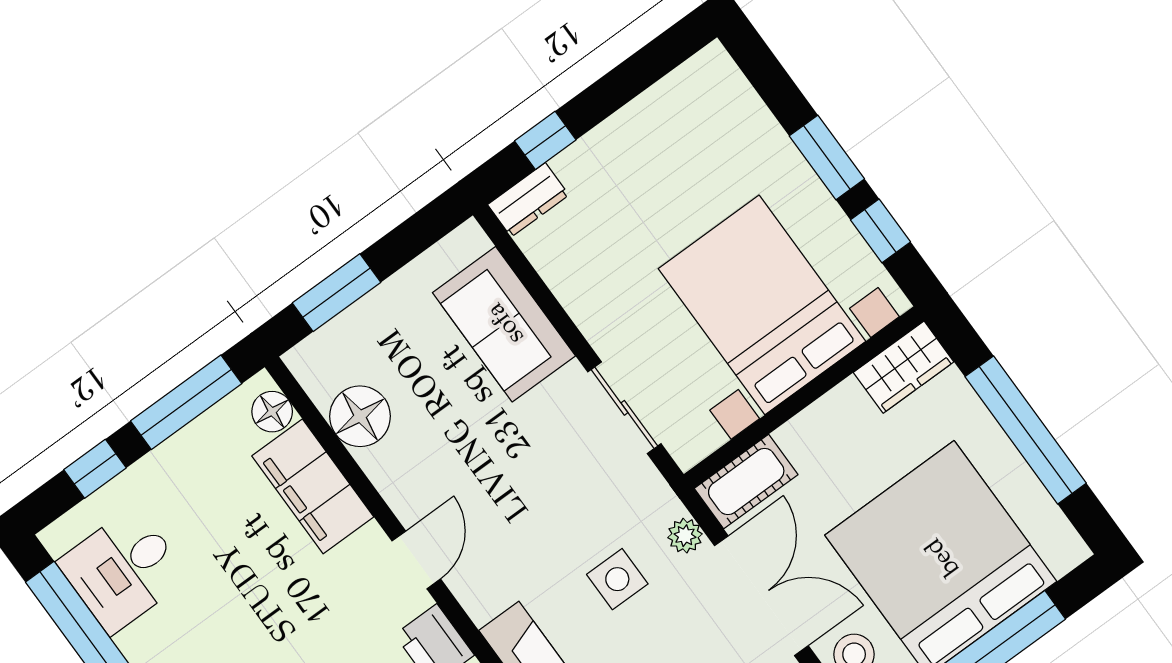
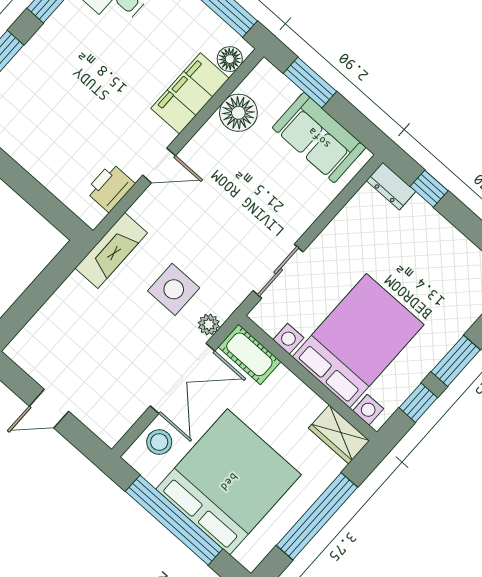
sofa: (504, 324) -> (319, 138), moved, turned -90
side table: (617, 579) -> (174, 289), width x1.37, depth x1.37

